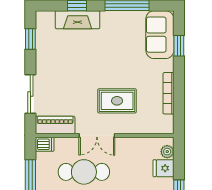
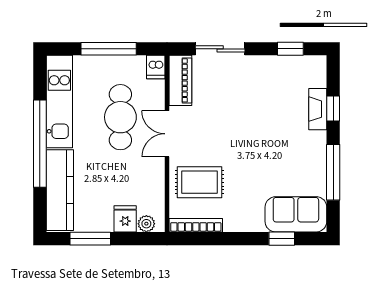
fireplace: (78, 20) -> (318, 109), width x0.73, depth x0.76
bookcase: (168, 93) -> (196, 225), moved
rug: (117, 101) -> (200, 182), moved, turned 90

